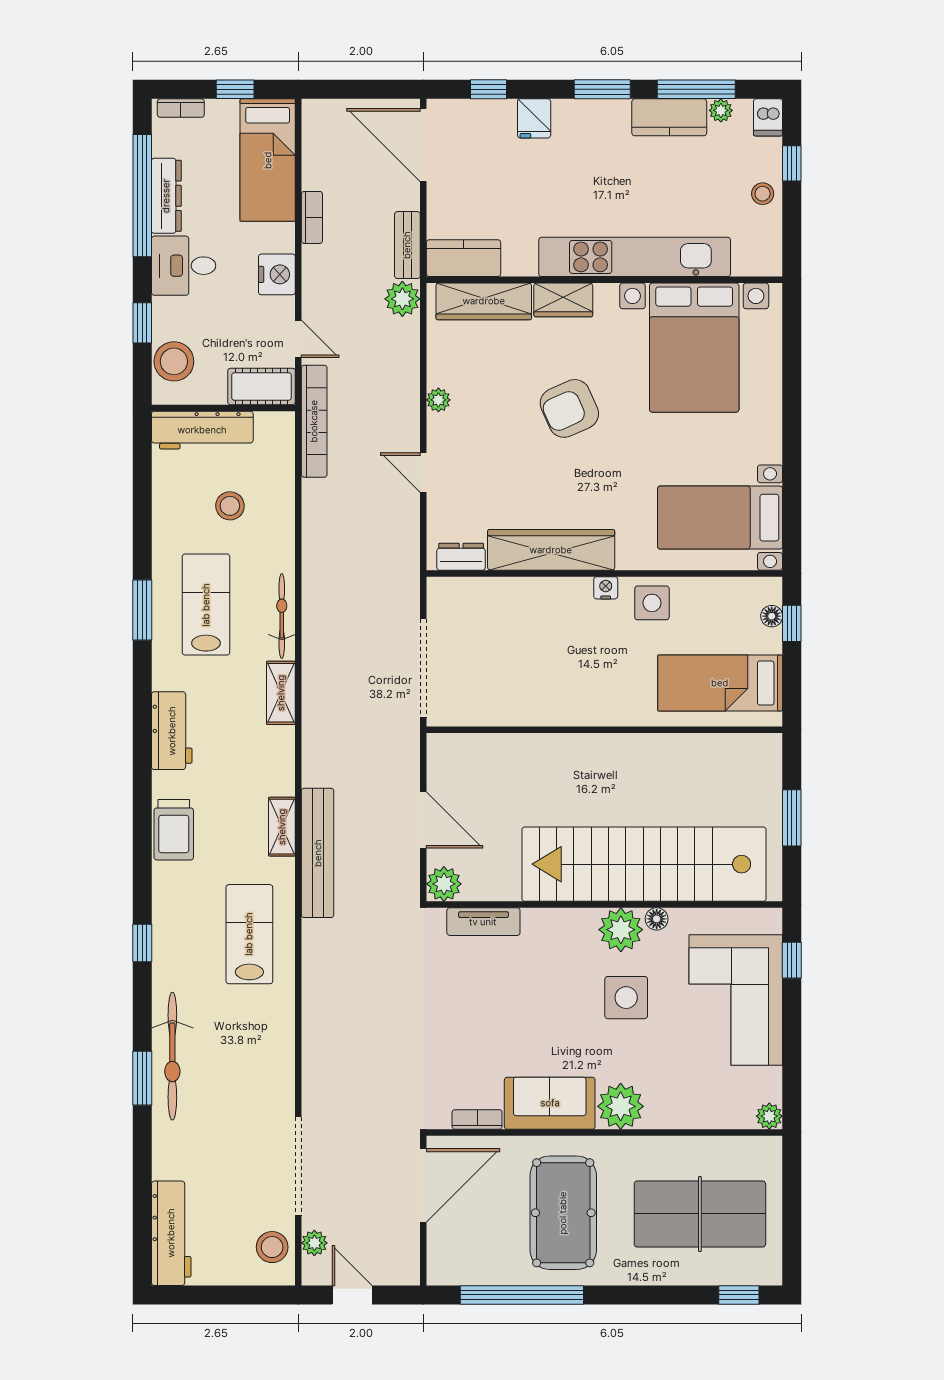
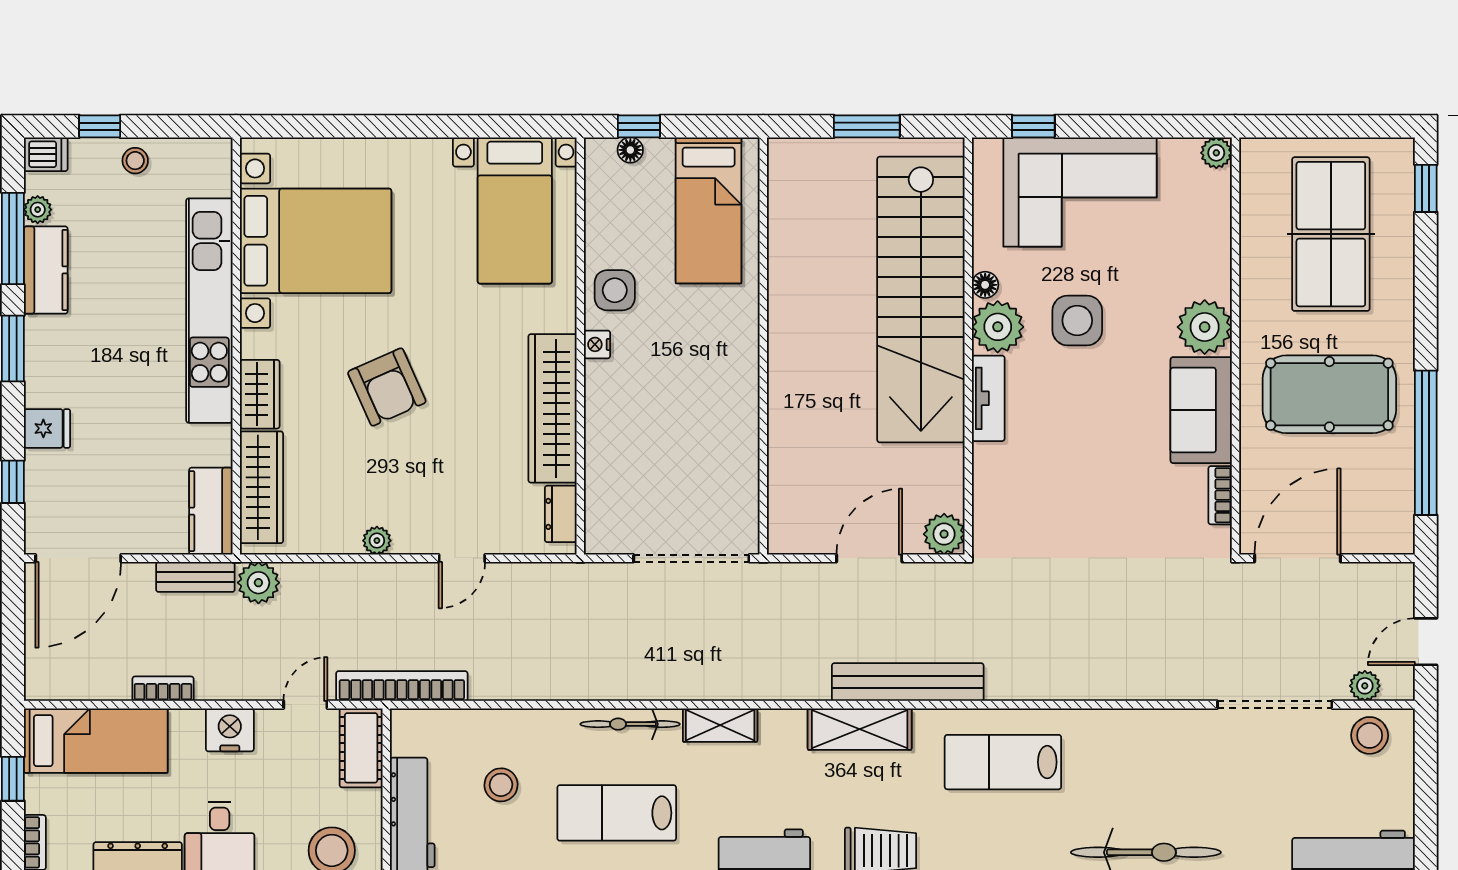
shelving: (282, 827) -> (860, 729), width x1.50, depth x1.33
tv unit: (483, 922) -> (988, 398), moved
door: (423, 1185) -> (1297, 558), hinge flipped

